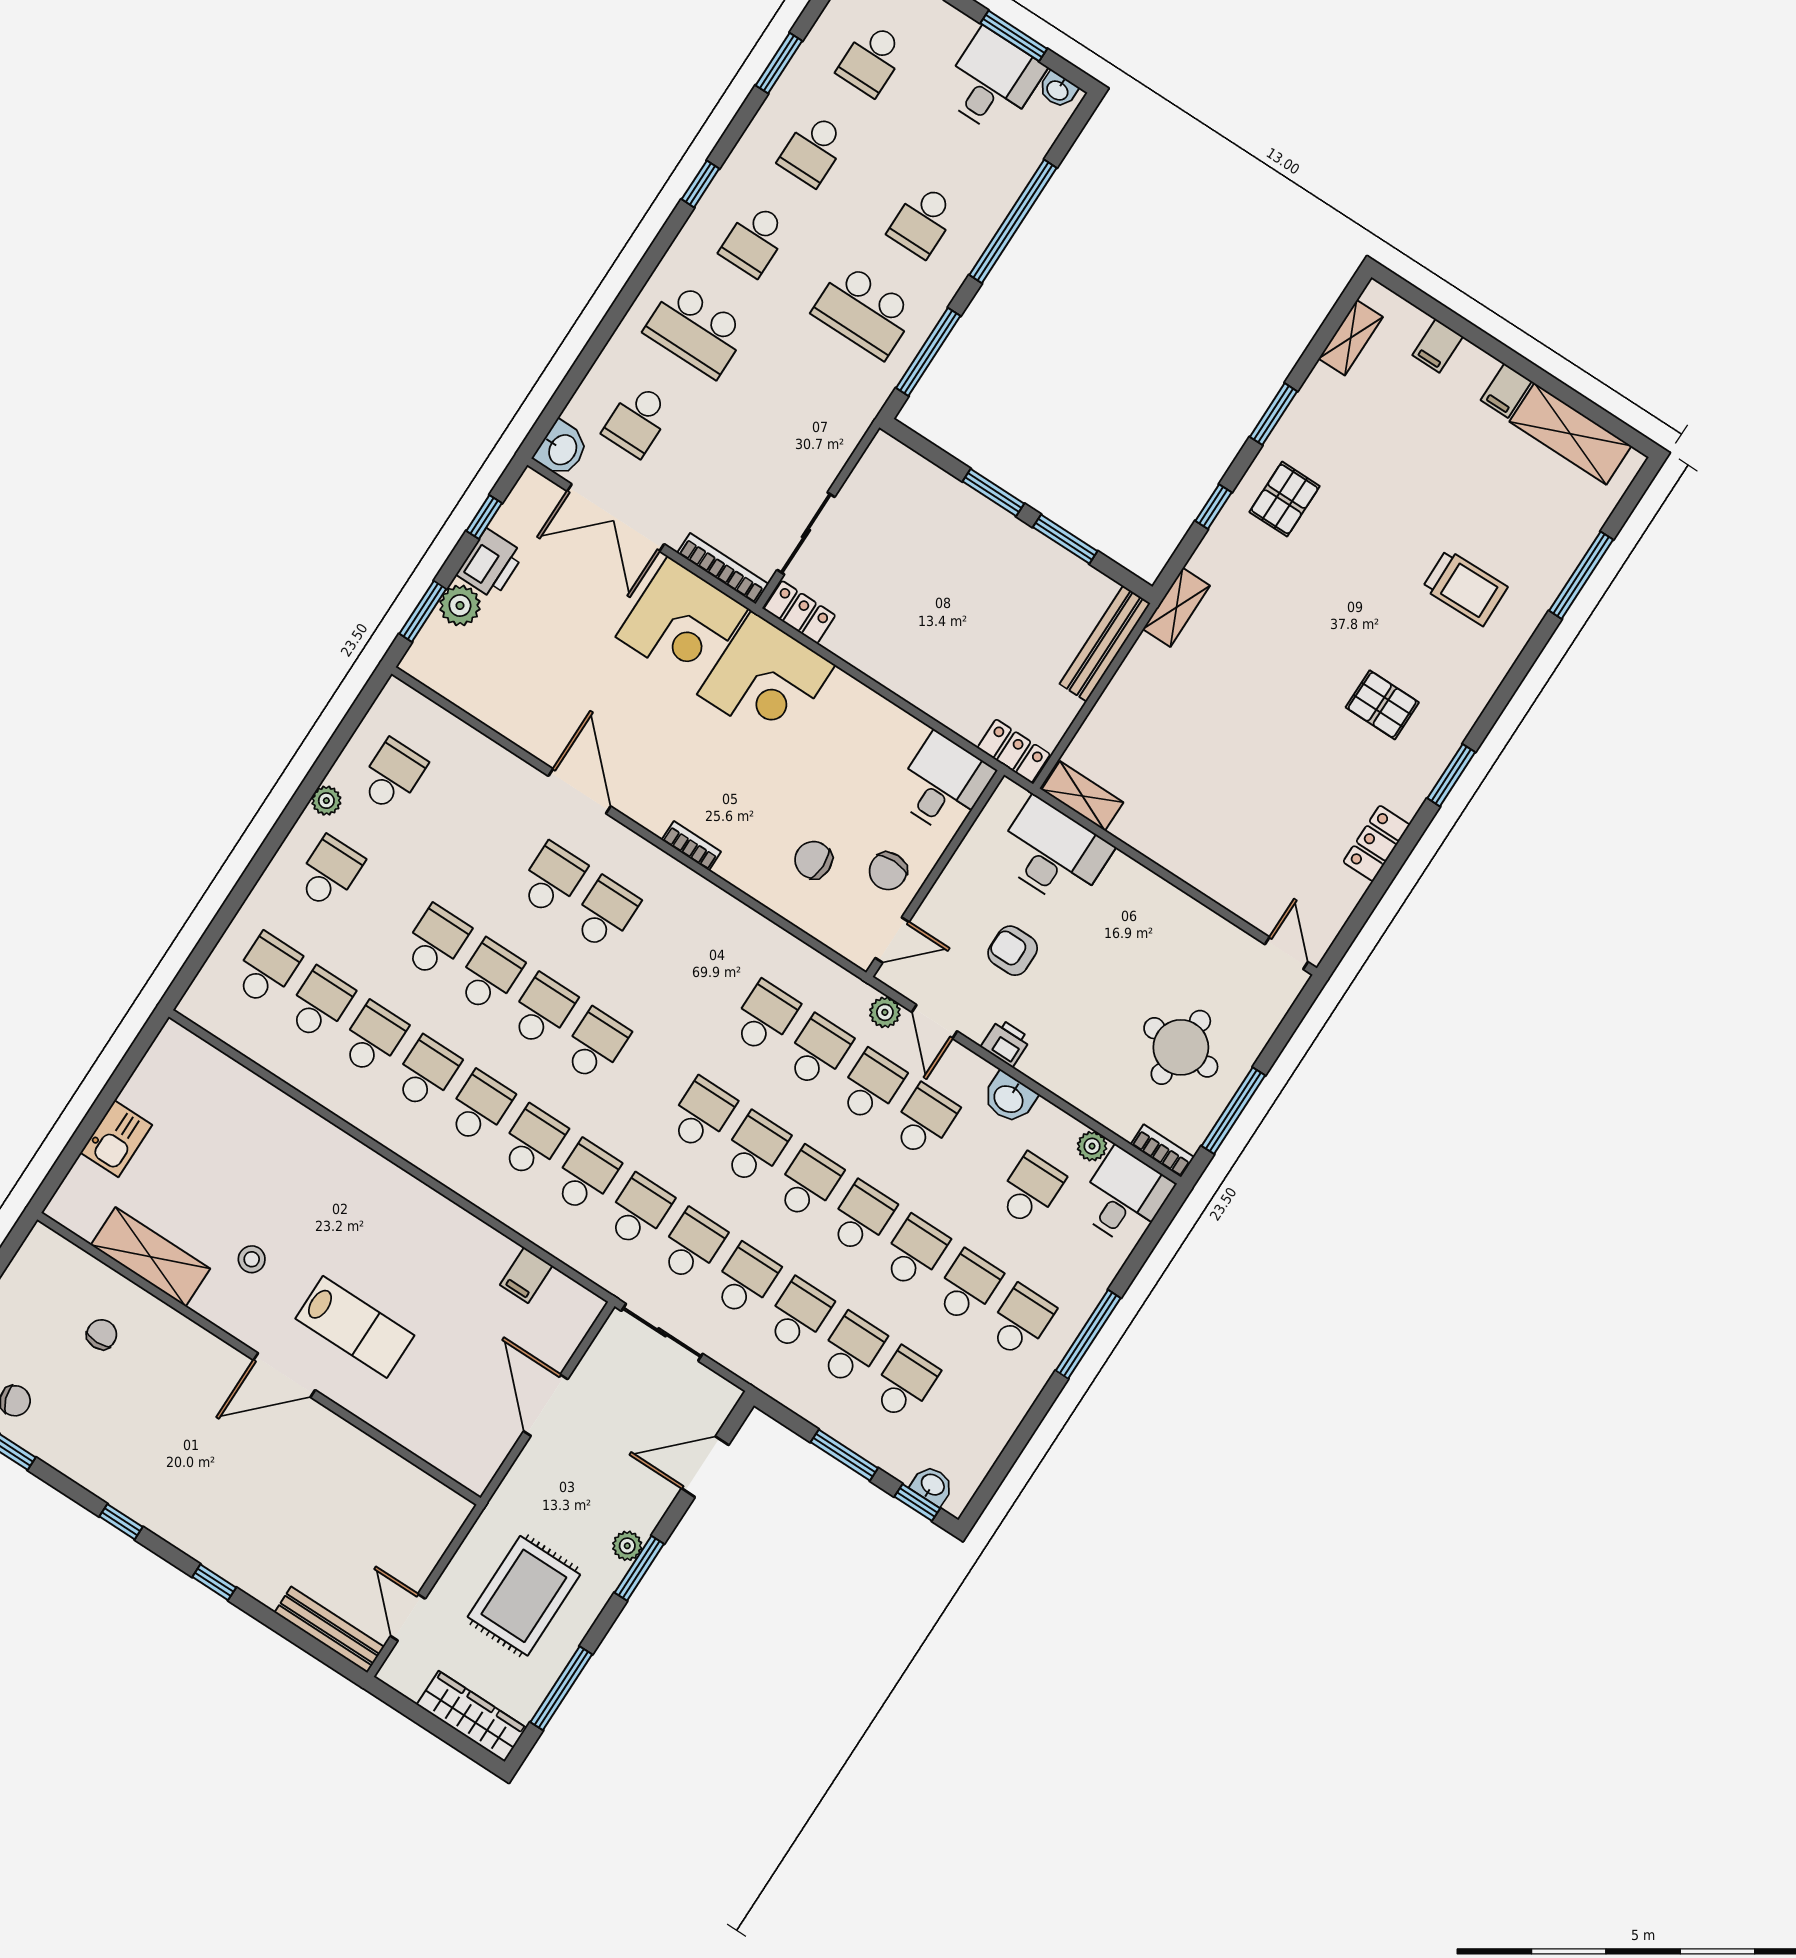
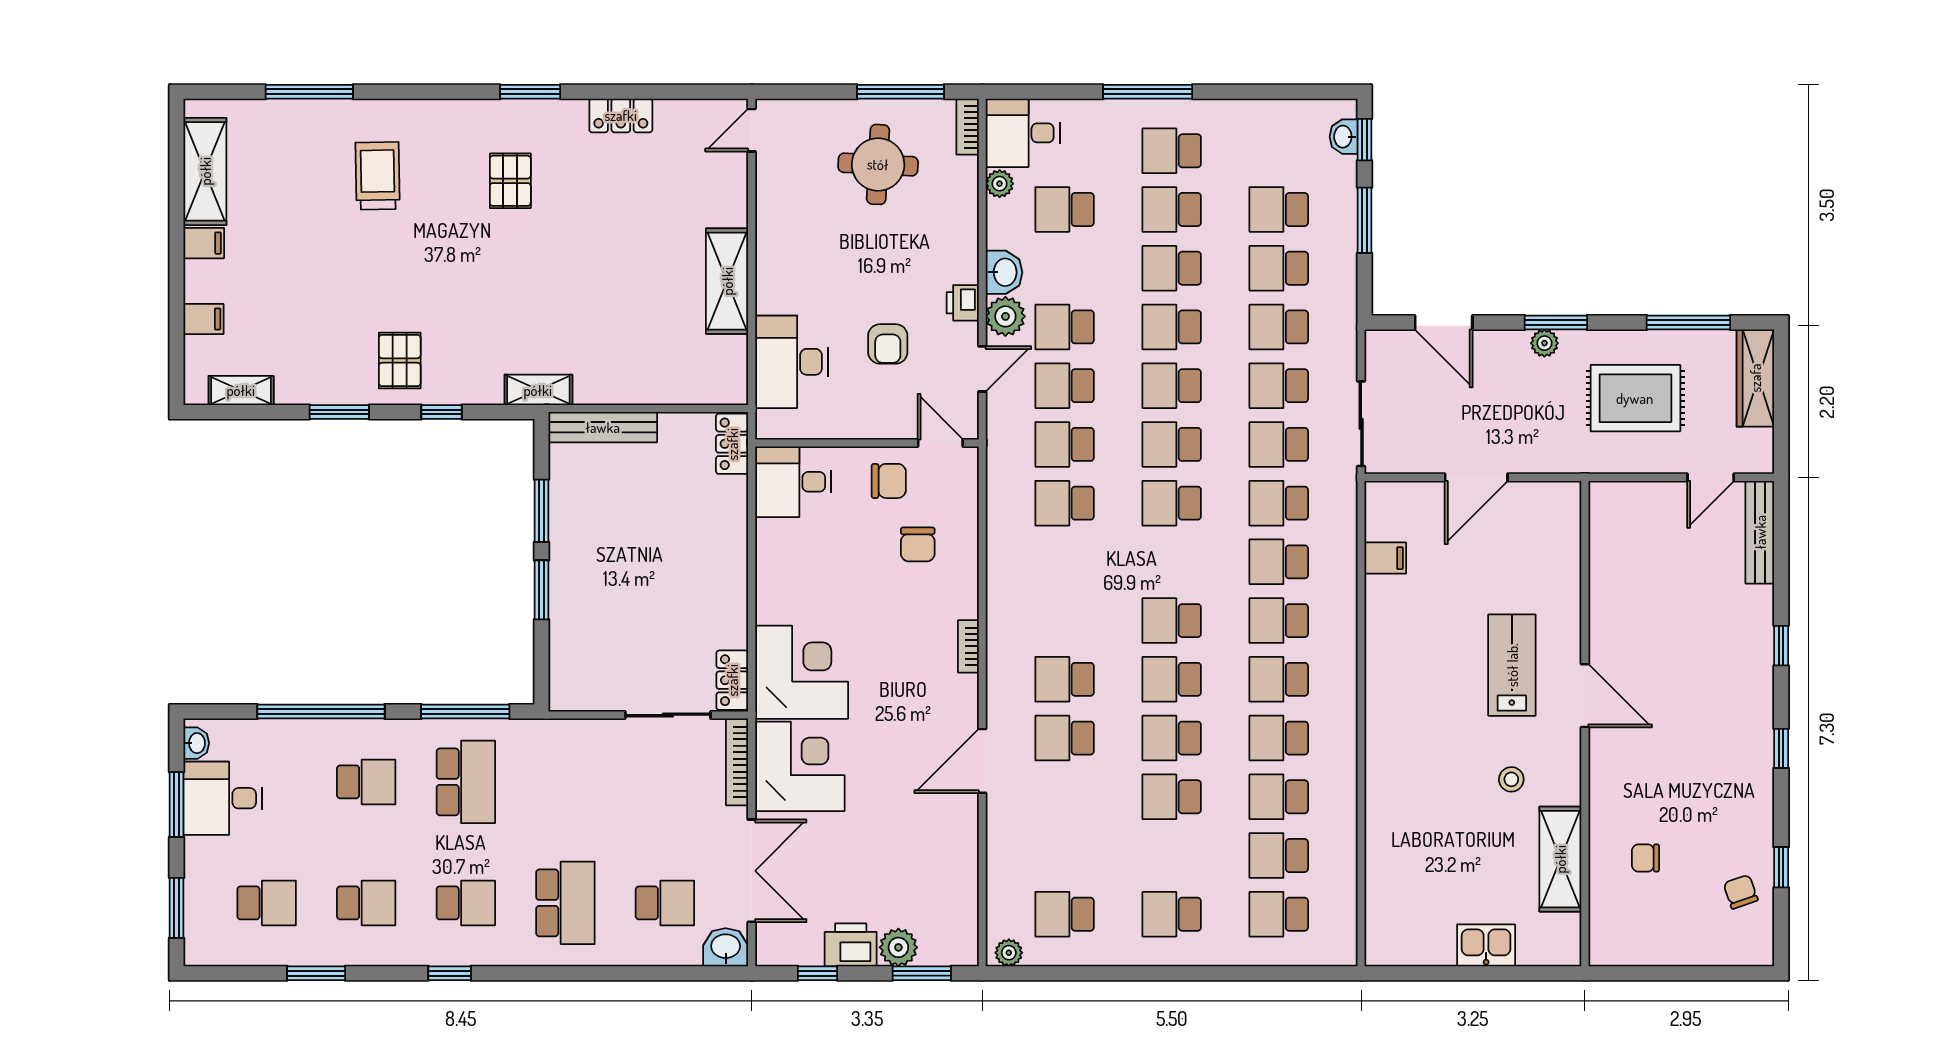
pallet: (1285, 499) -> (400, 360), turned 90
shelving: (1082, 796) -> (727, 281), moved, width x1.50, depth x1.33
plant: (326, 801) -> (1009, 953), moved
plant: (885, 1012) -> (1005, 316), moved, width x1.38, depth x1.38

